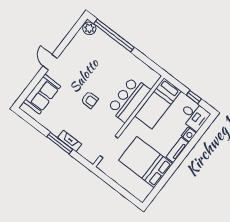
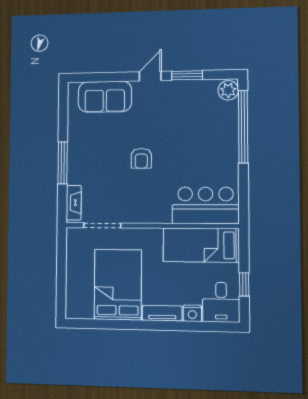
window: (65, 43) -> (187, 75), added
bar counter: (129, 99) -> (206, 205), moved
fireplace: (70, 141) -> (74, 203), moved

